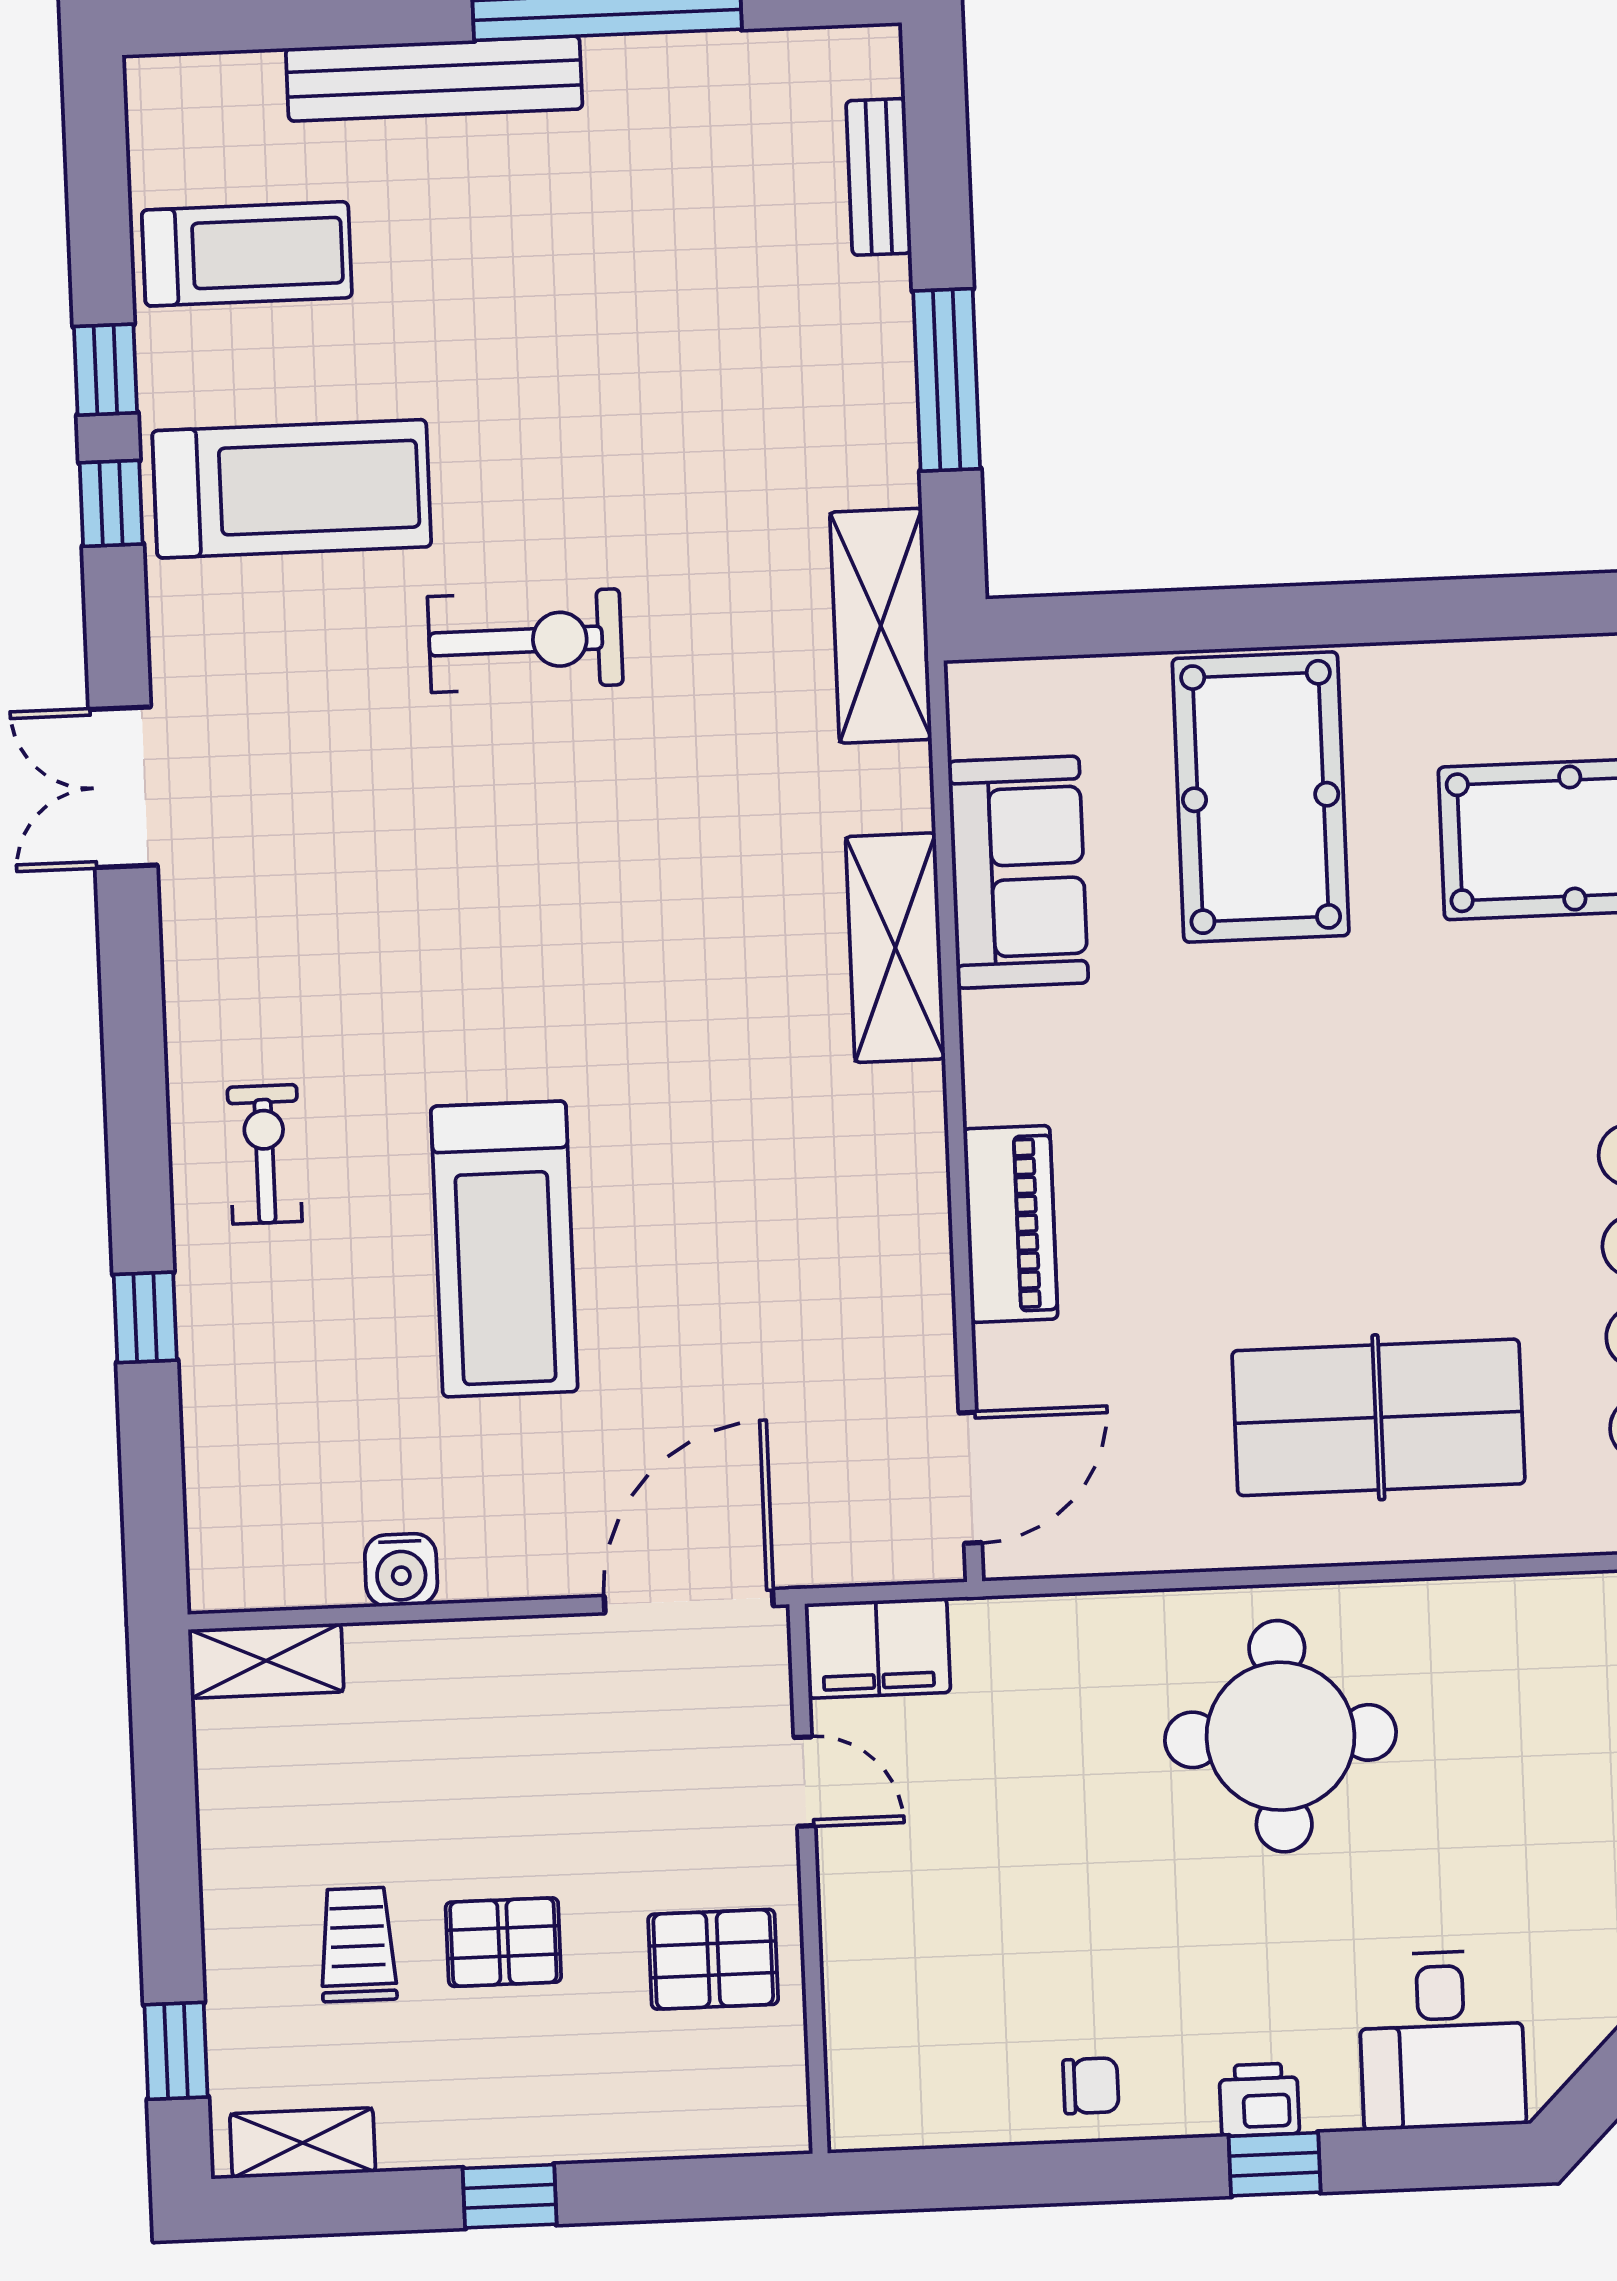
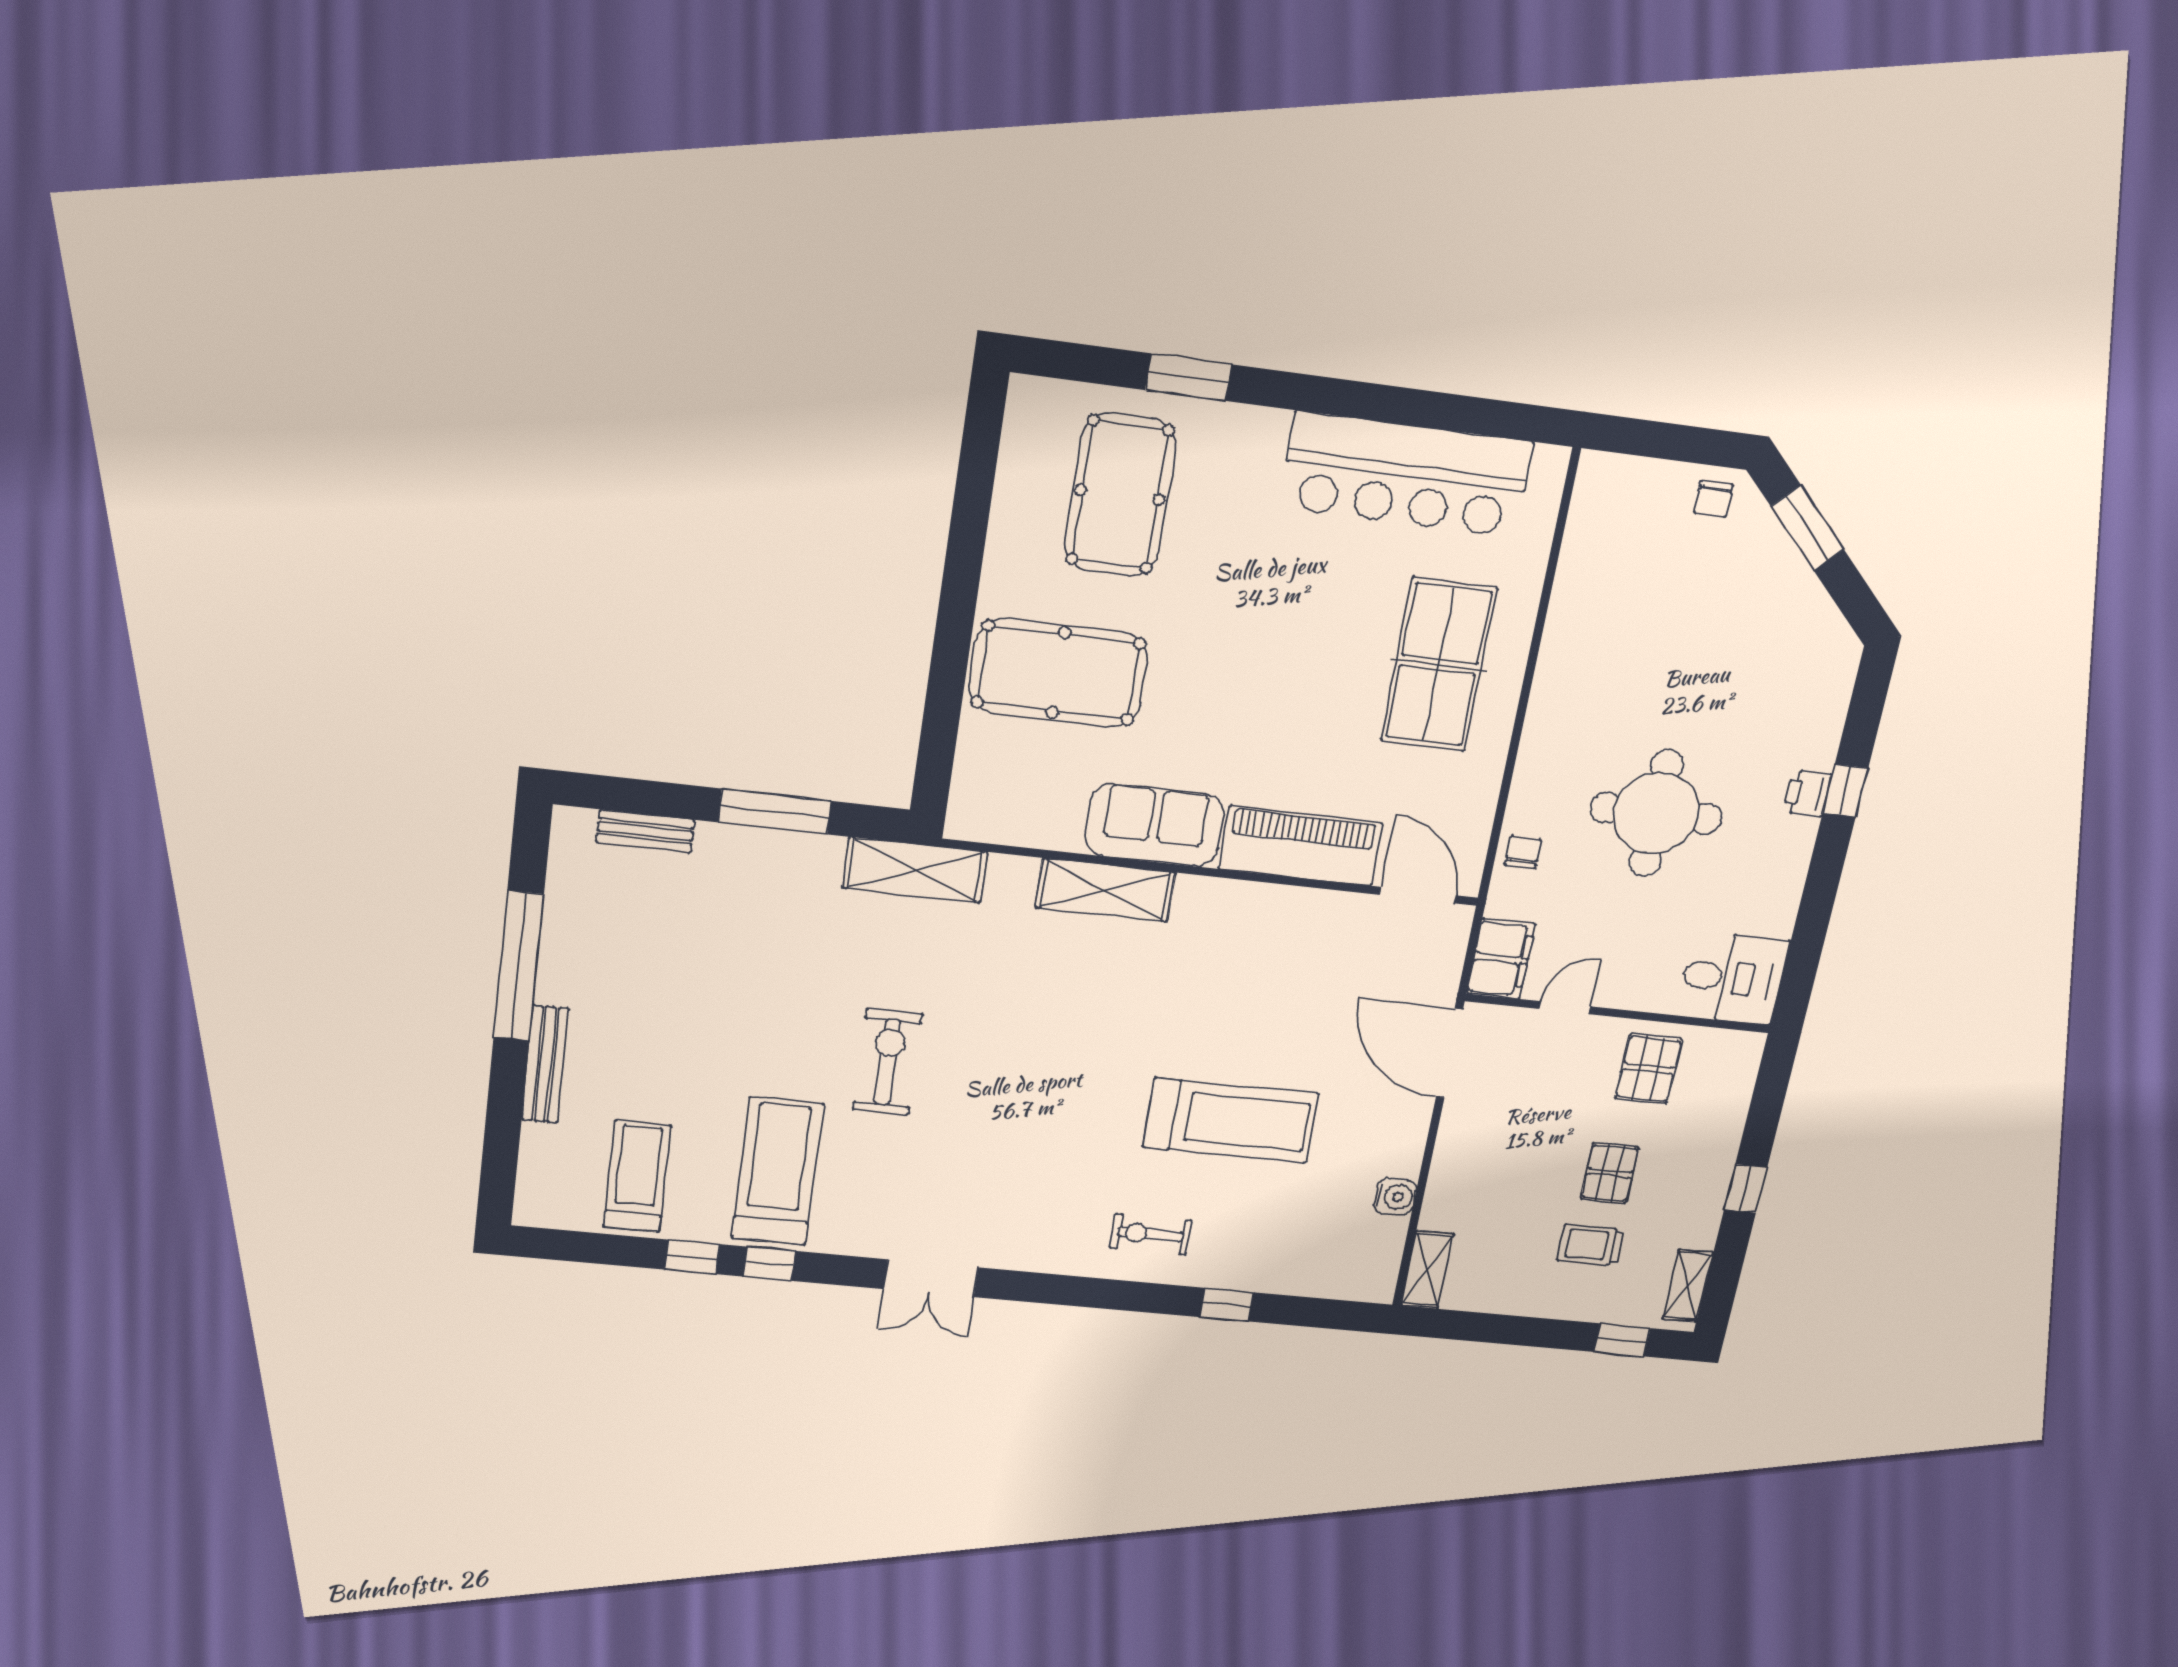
bench: (434, 79) -> (545, 1065), width x0.73, depth x0.82
sofa: (1018, 872) -> (1155, 825), moved
piano: (1010, 1224) -> (1301, 846), width x1.37, depth x1.33
round table: (1280, 1736) -> (1656, 813), moved
desk: (1442, 2040) -> (1732, 978), moved
chair: (1091, 2086) -> (1523, 852), moved

